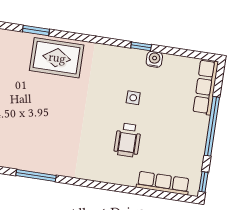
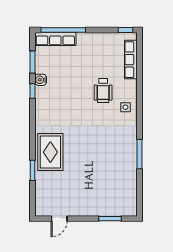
window: (179, 52) -> (33, 62), added
side table: (133, 98) -> (125, 107), moved
window: (212, 126) -> (63, 30), moved
wheelchair: (128, 140) -> (103, 91), turned 90

